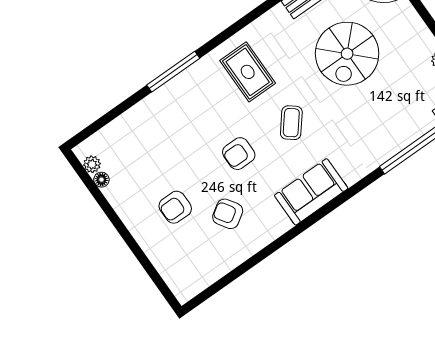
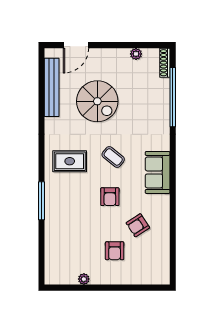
plant: (92, 164) -> (84, 279), moved
floor lamp: (101, 180) -> (72, 280), removed

